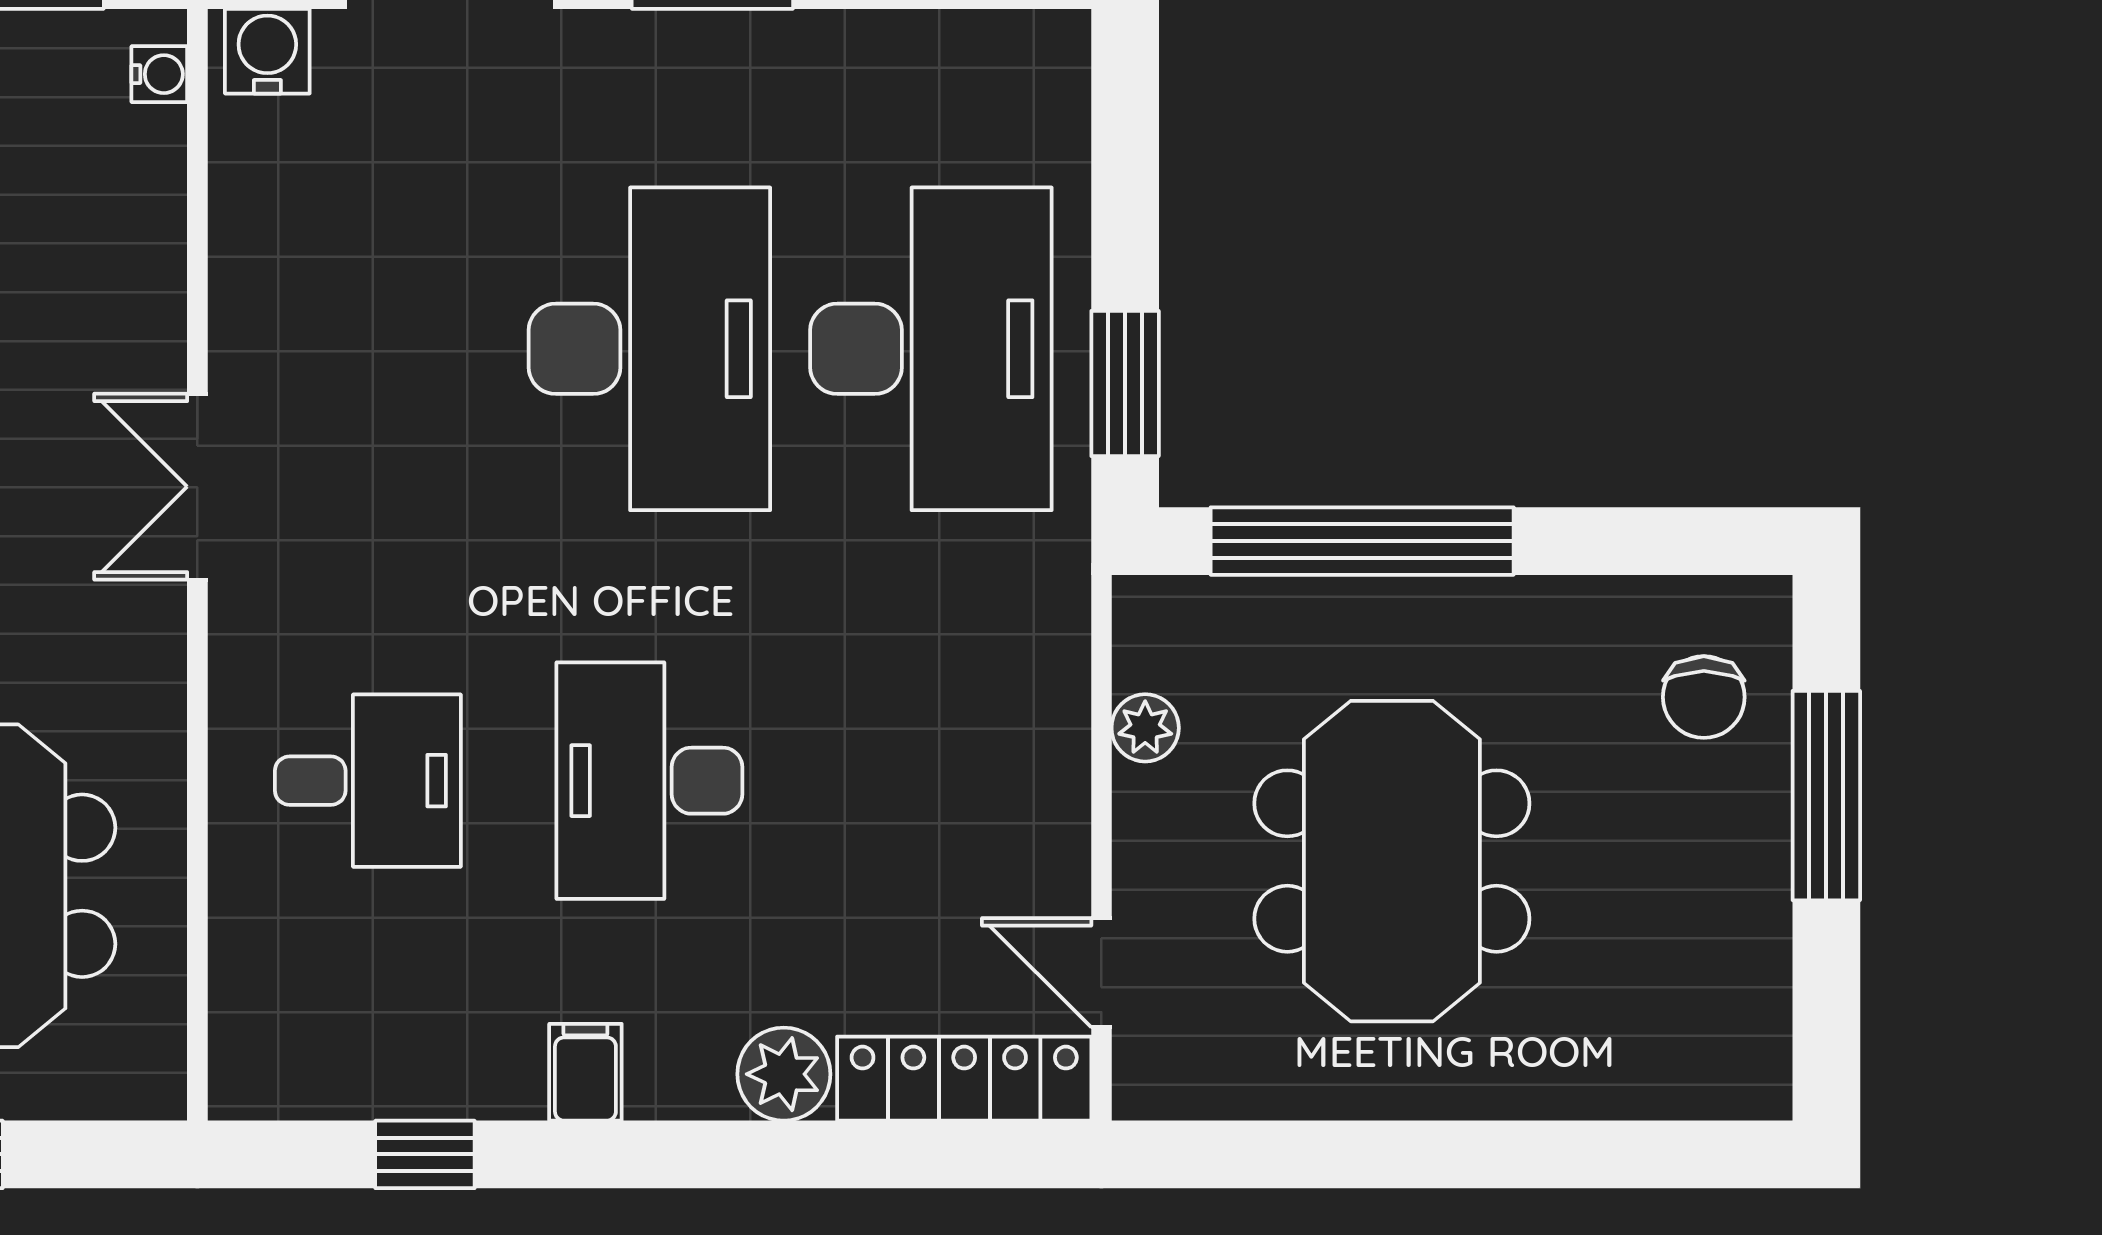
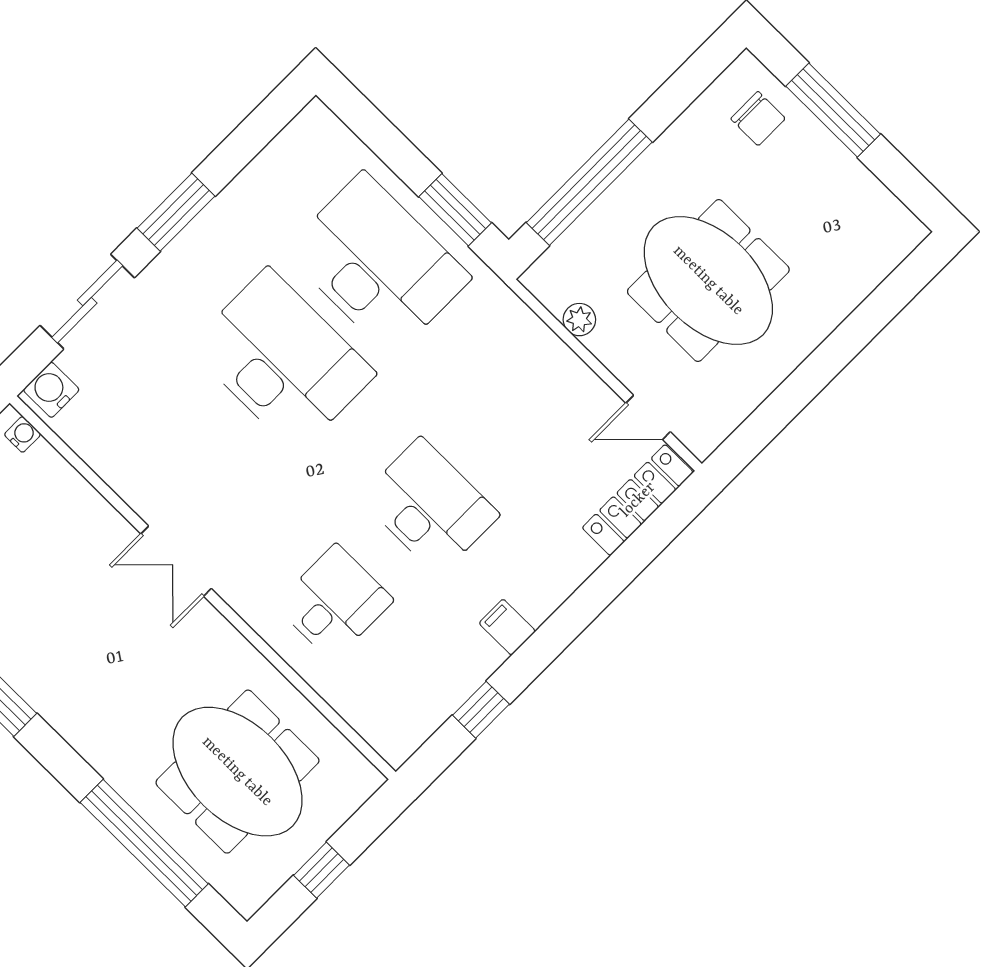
desk: (649, 781) -> (429, 507), turned 180
plant: (784, 1074) -> (575, 560), removed

